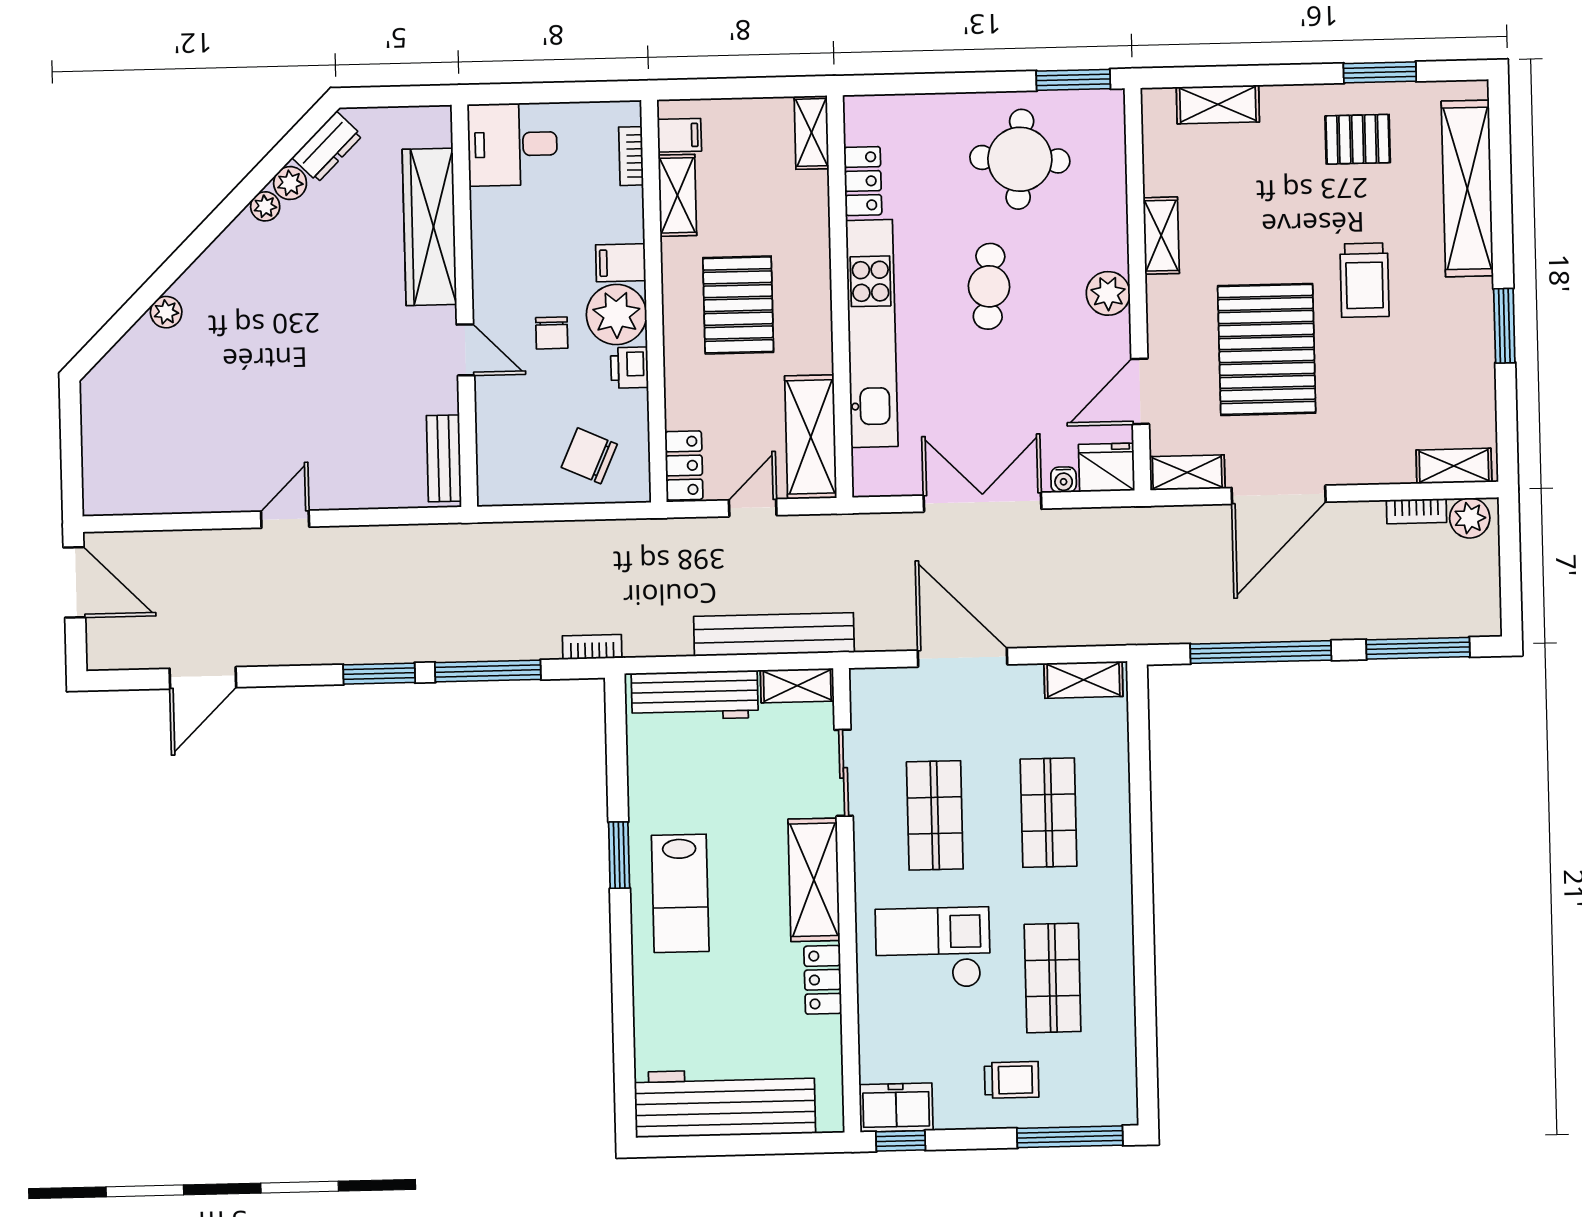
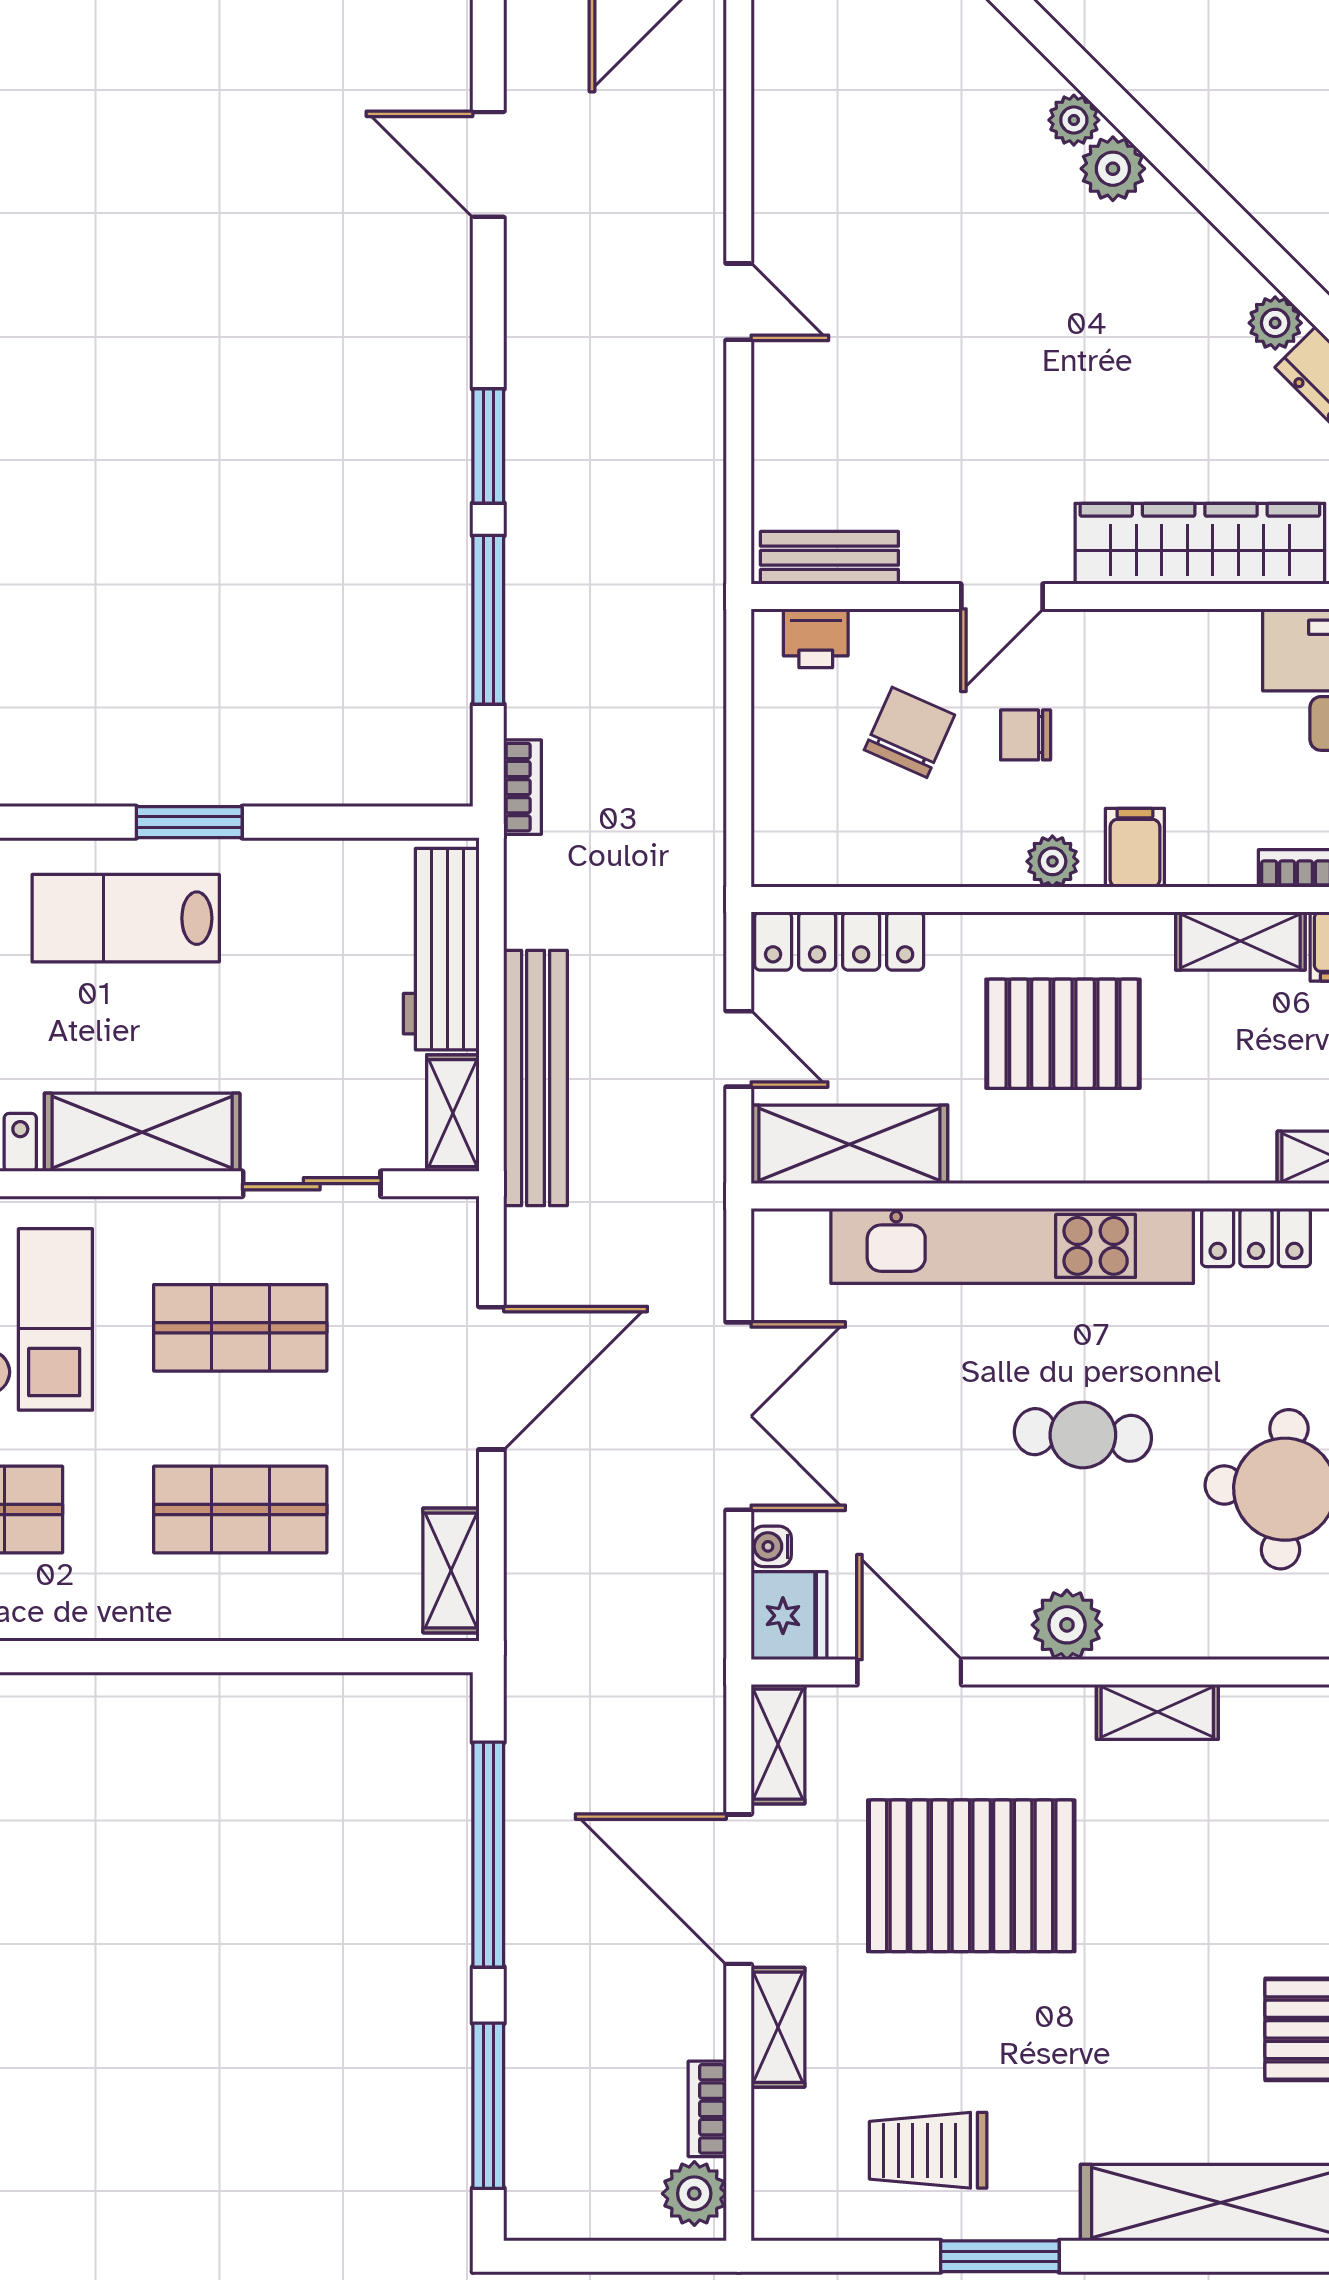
plant: (265, 206) -> (1113, 169), moved, width x1.38, depth x1.38
trolley: (1364, 280) -> (928, 2150), moved
plant: (616, 315) -> (1052, 861), width x0.53, depth x0.53
printer: (629, 368) -> (816, 638), moved, turned 180
chair: (589, 456) -> (909, 732), moved
locker: (684, 466) -> (839, 941), width x1.53
shelving: (1454, 466) -> (778, 2027), moved

